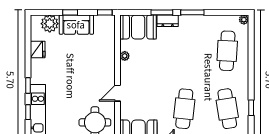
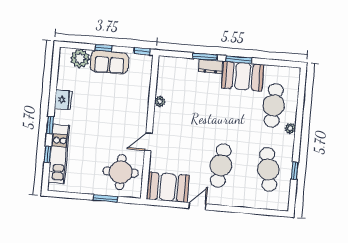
plant: (244, 20) -> (290, 128), moved
booth: (138, 27) -> (243, 76), moved
fridge: (38, 49) -> (63, 100), moved

